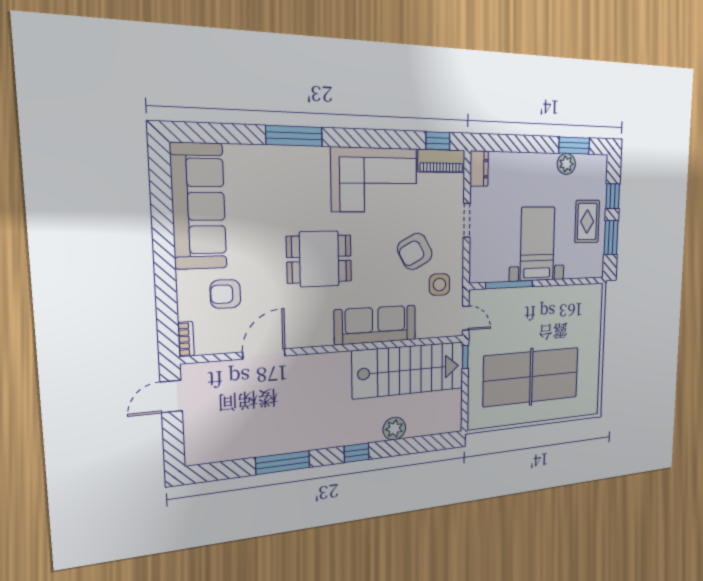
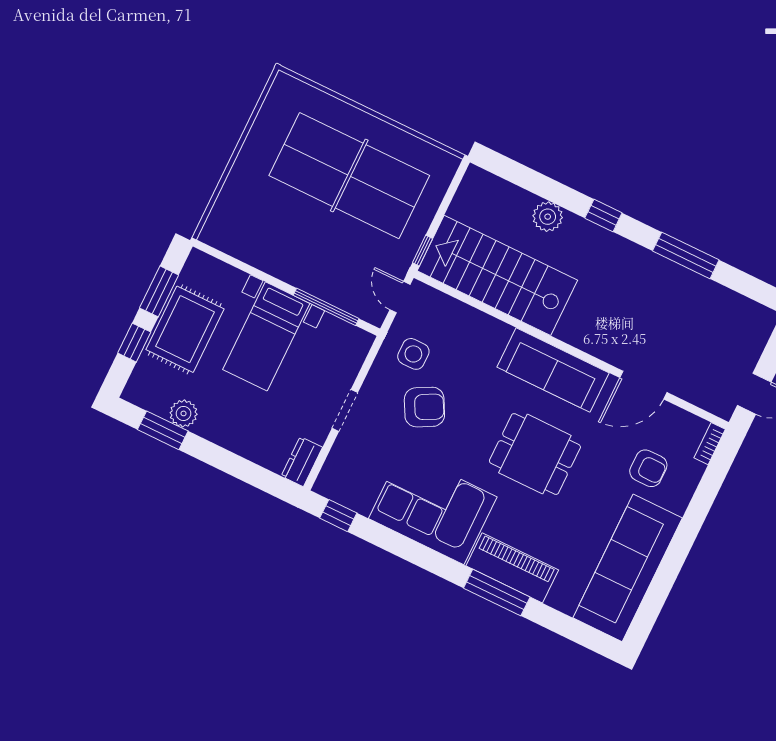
piano: (441, 161) -> (512, 568), moved, width x1.37, depth x1.33
rug: (587, 221) -> (185, 329), width x1.36, depth x1.43
sofa: (375, 325) -> (553, 370), moved

